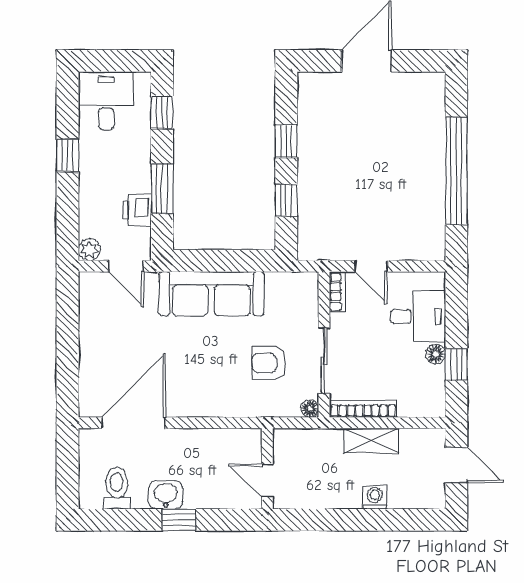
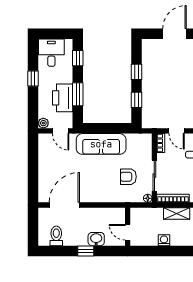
printer: (137, 210) -> (63, 98), width x1.87, depth x1.48
washbasin: (166, 495) -> (96, 239), moved
washing machine: (375, 497) -> (164, 240), moved

